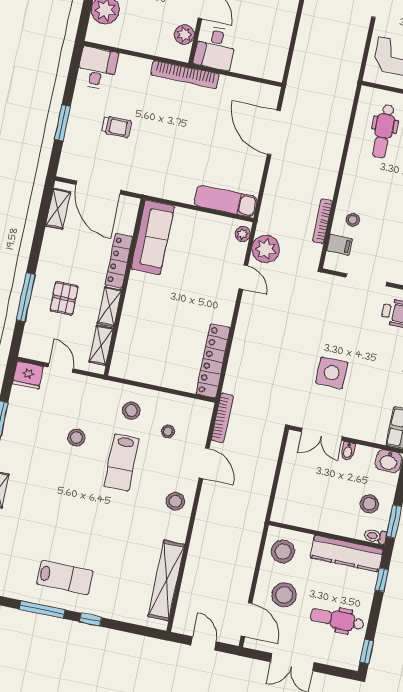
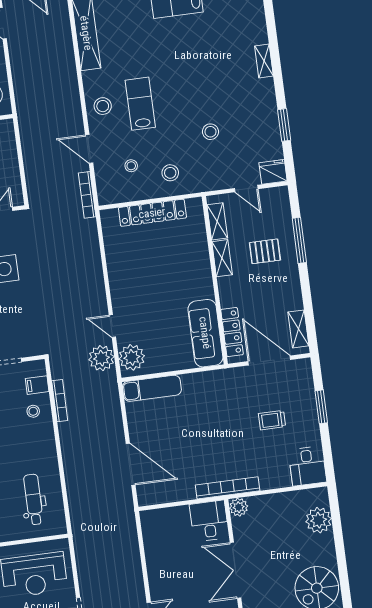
plant: (184, 35) -> (239, 507), moved
plant: (243, 234) -> (132, 357), width x1.88, depth x1.88
locker: (119, 261) -> (232, 332), moved
pallet: (64, 298) -> (265, 251), turned 90
locker: (213, 361) -> (152, 213), moved, turned 90
lab bench: (121, 462) -> (140, 104), moved

